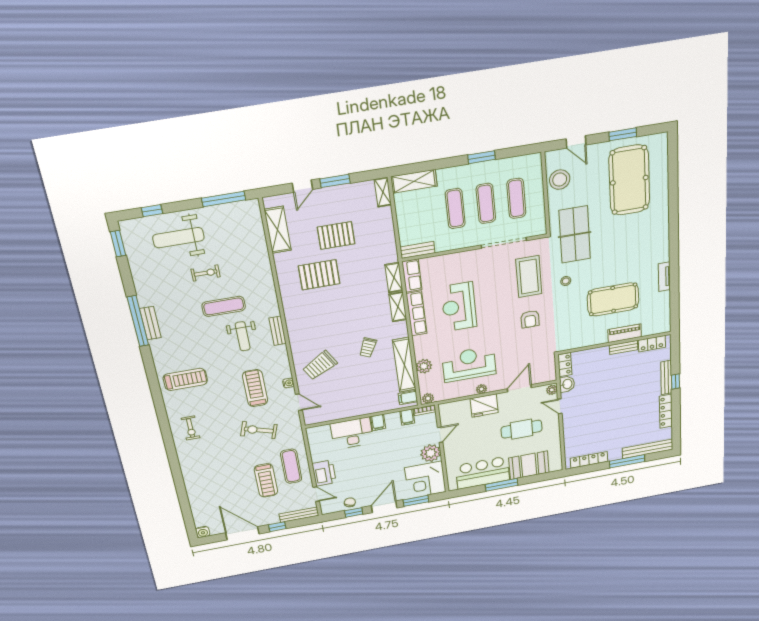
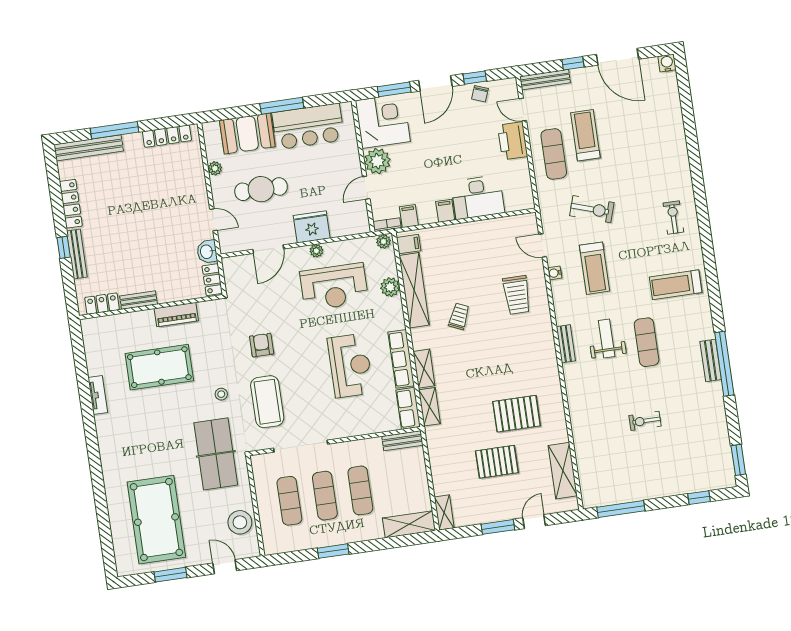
weight bench: (178, 238) -> (672, 465), removed
exercise mat: (224, 306) -> (647, 342), moved, turned 90
piano: (625, 333) -> (176, 315), moved
trolley: (320, 365) -> (517, 295), turned 120
plant: (552, 390) -> (215, 168), moved

